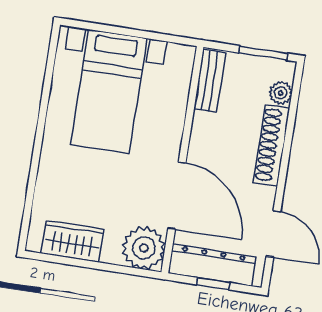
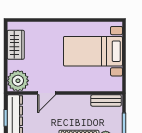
door: (177, 196) -> (47, 93), width x0.53

